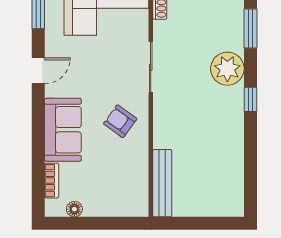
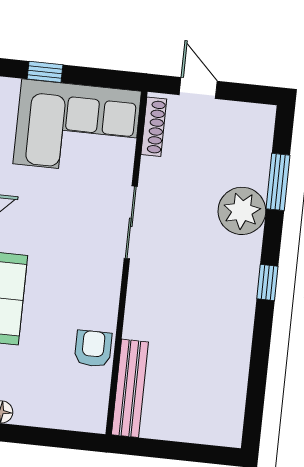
plant: (227, 69) -> (242, 211), moved
armchair: (120, 121) -> (93, 349), moved, turned 54

